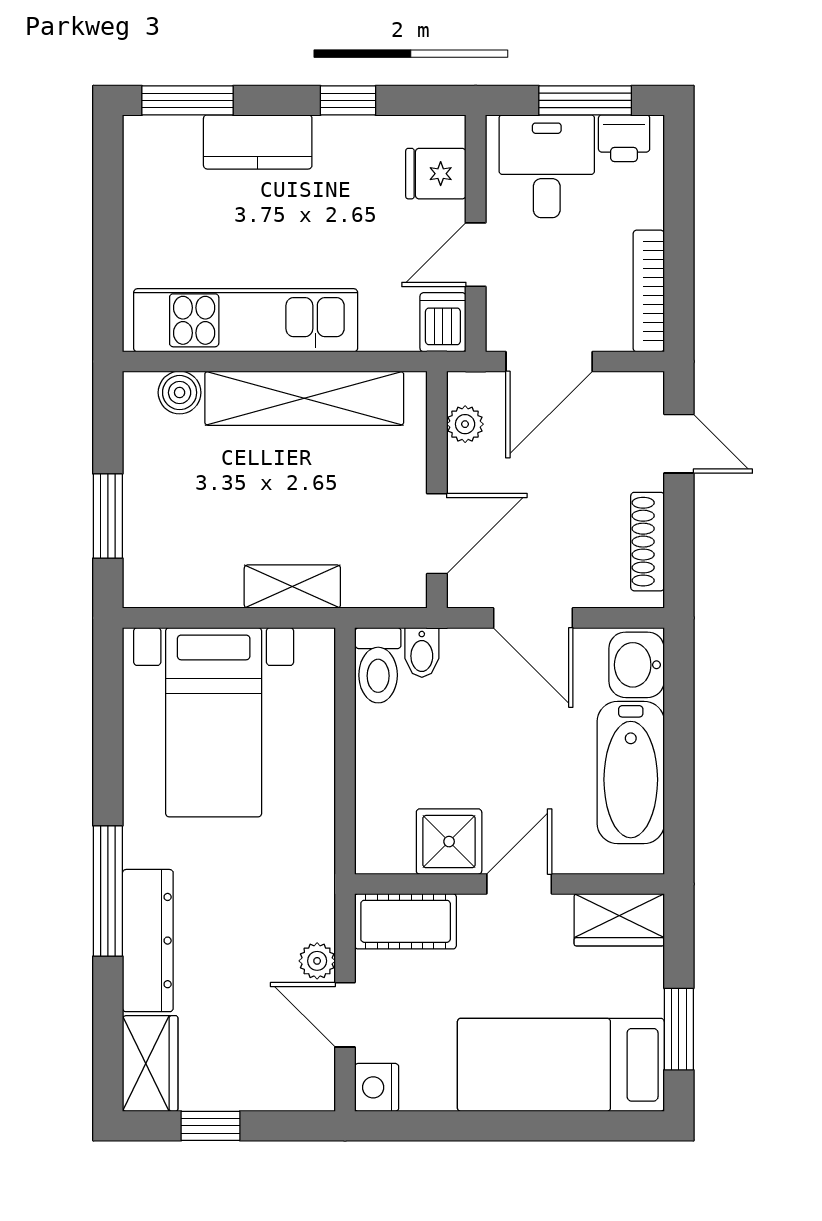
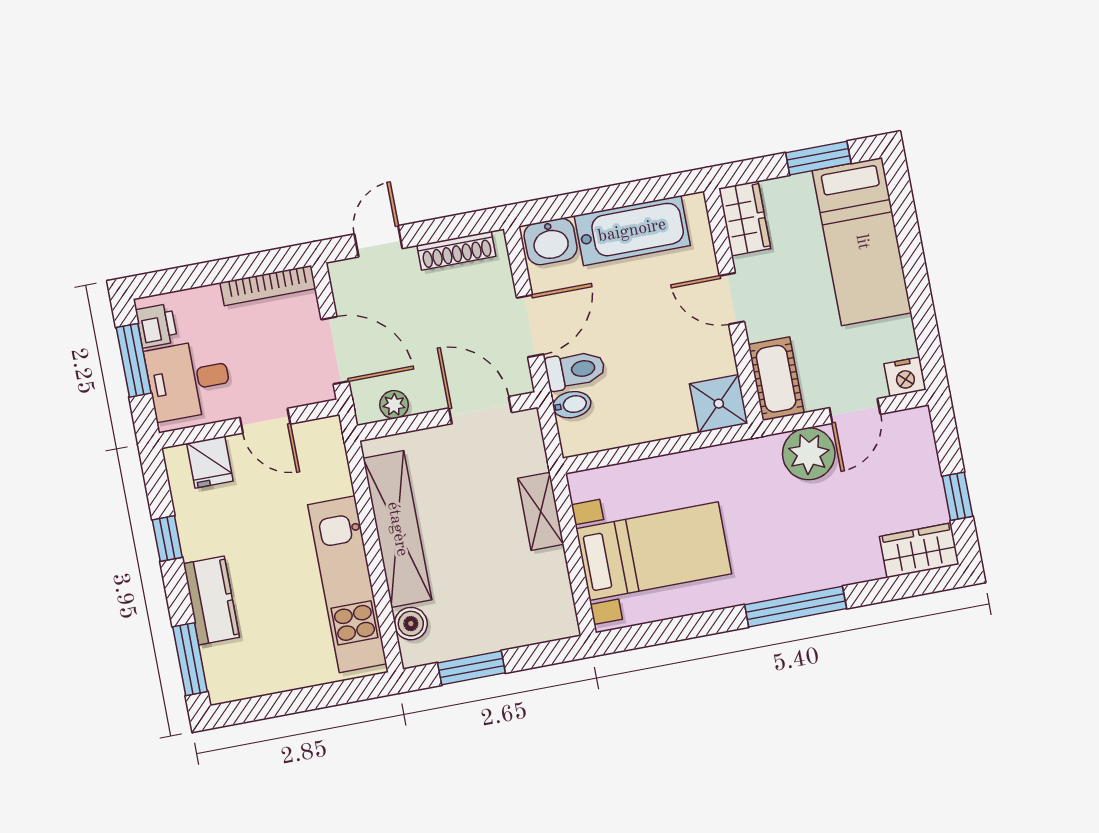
dishwasher: (443, 322) -> (321, 436), removed
window: (108, 516) -> (471, 668), moved
toilet: (378, 665) -> (575, 370), moved
shower: (449, 842) -> (719, 404), moved
dresser: (148, 941) -> (827, 570), removed
plant: (317, 961) -> (809, 454), width x1.88, depth x1.88

